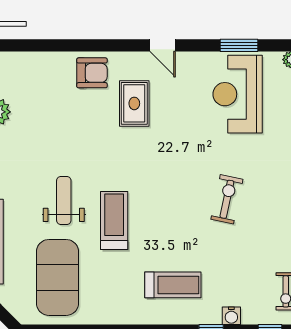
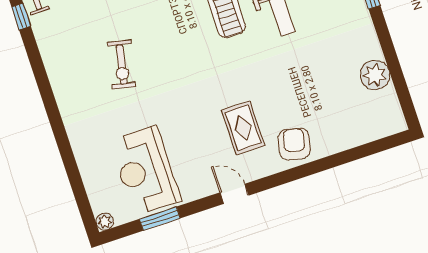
armchair: (92, 73) -> (294, 144), turned 103
reception desk: (238, 94) -> (145, 171), turned 180

